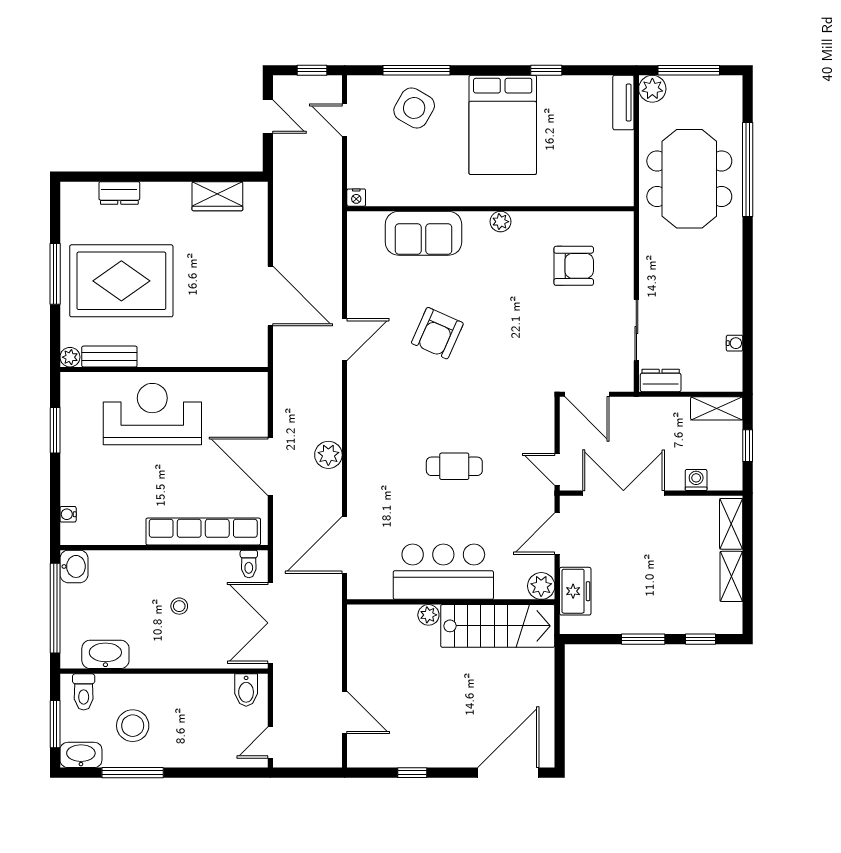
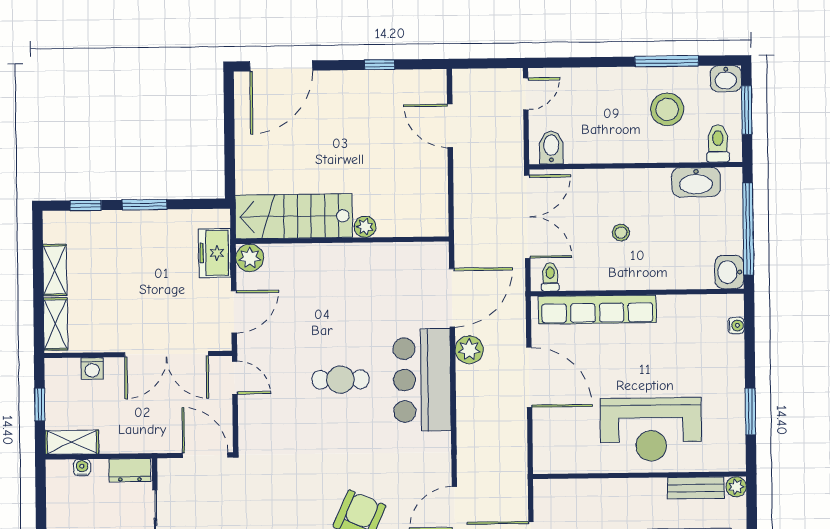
water cooler: (735, 343) -> (82, 468), moved, turned 90
plant: (328, 455) -> (469, 350), moved
bar counter: (443, 572) -> (422, 380), moved, turned 90
washbasin: (81, 755) -> (726, 79), width x0.72

